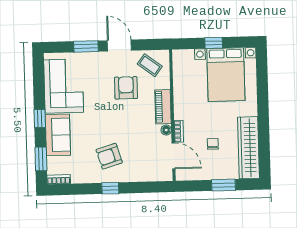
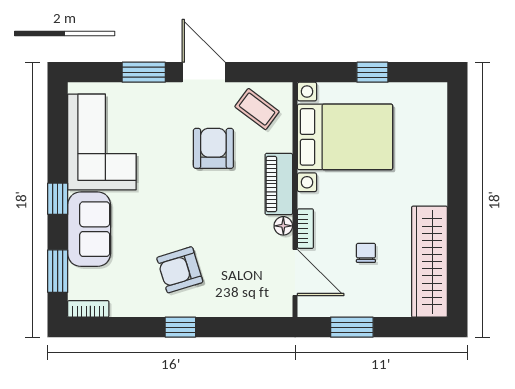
bed with nightstands: (226, 75) -> (345, 137), moved, turned -90
window: (224, 185) -> (352, 327), moved

